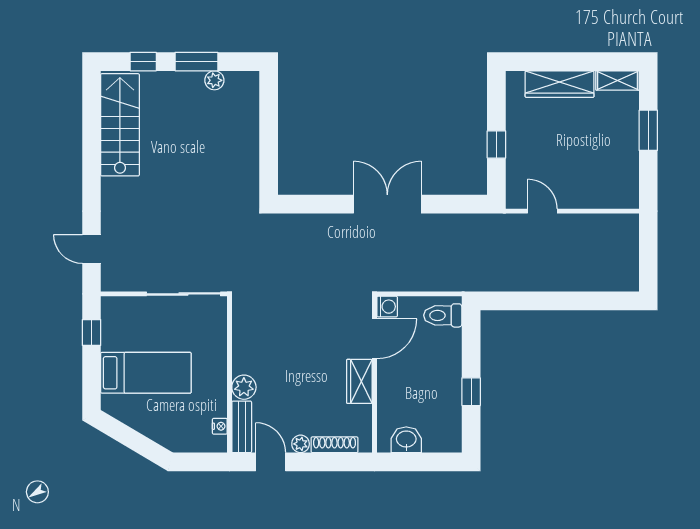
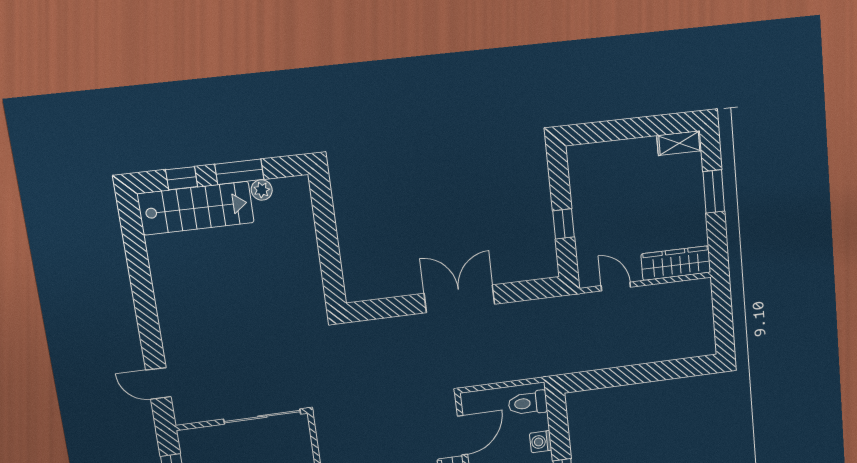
wardrobe: (560, 84) -> (676, 263), moved, turned 180
stairs: (120, 125) -> (196, 208), moved, turned 90
washing machine: (387, 307) -> (541, 442), moved, turned 180

